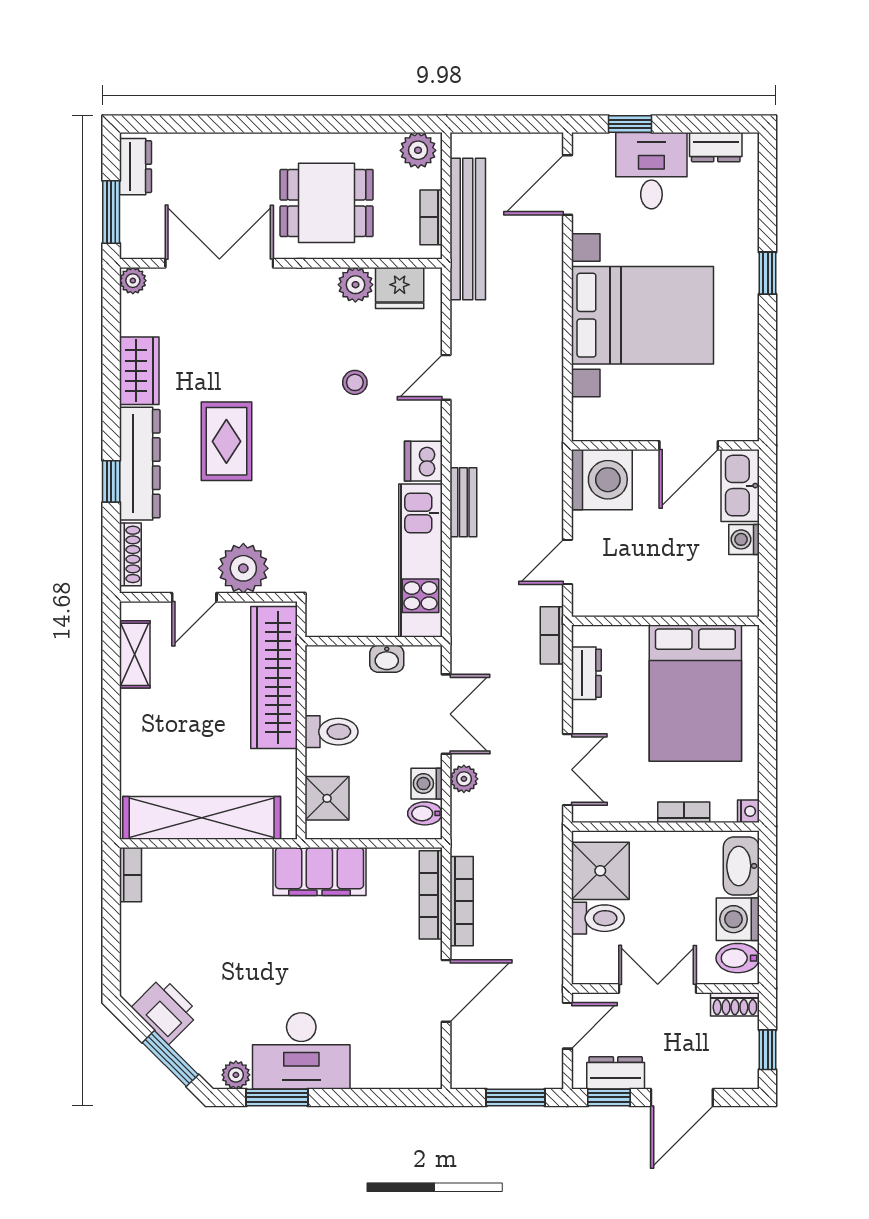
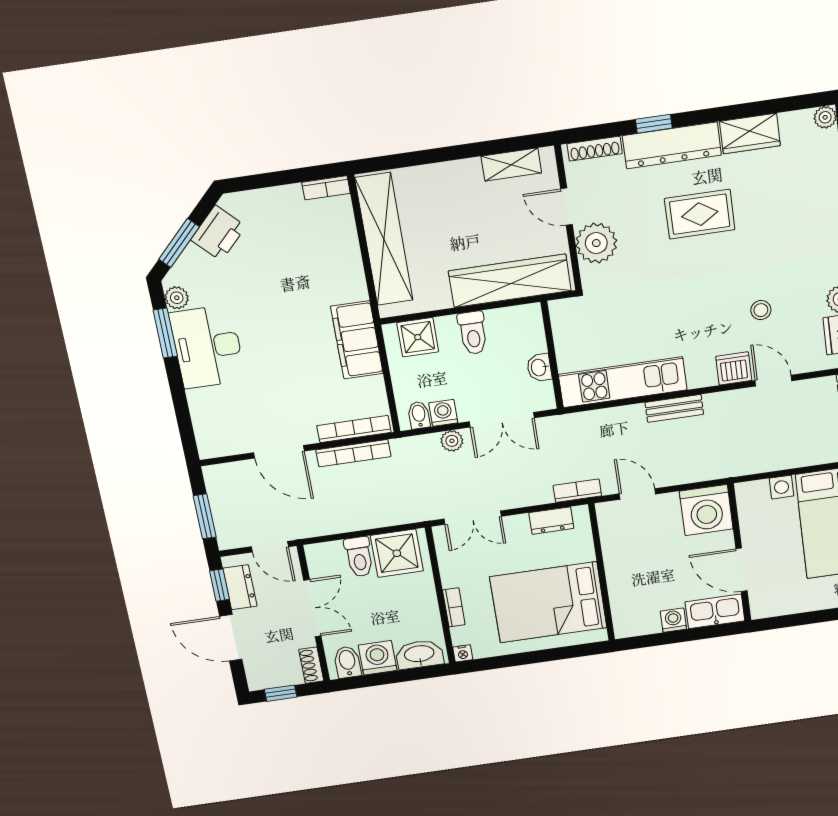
dishwasher: (423, 461) -> (734, 368), moved

